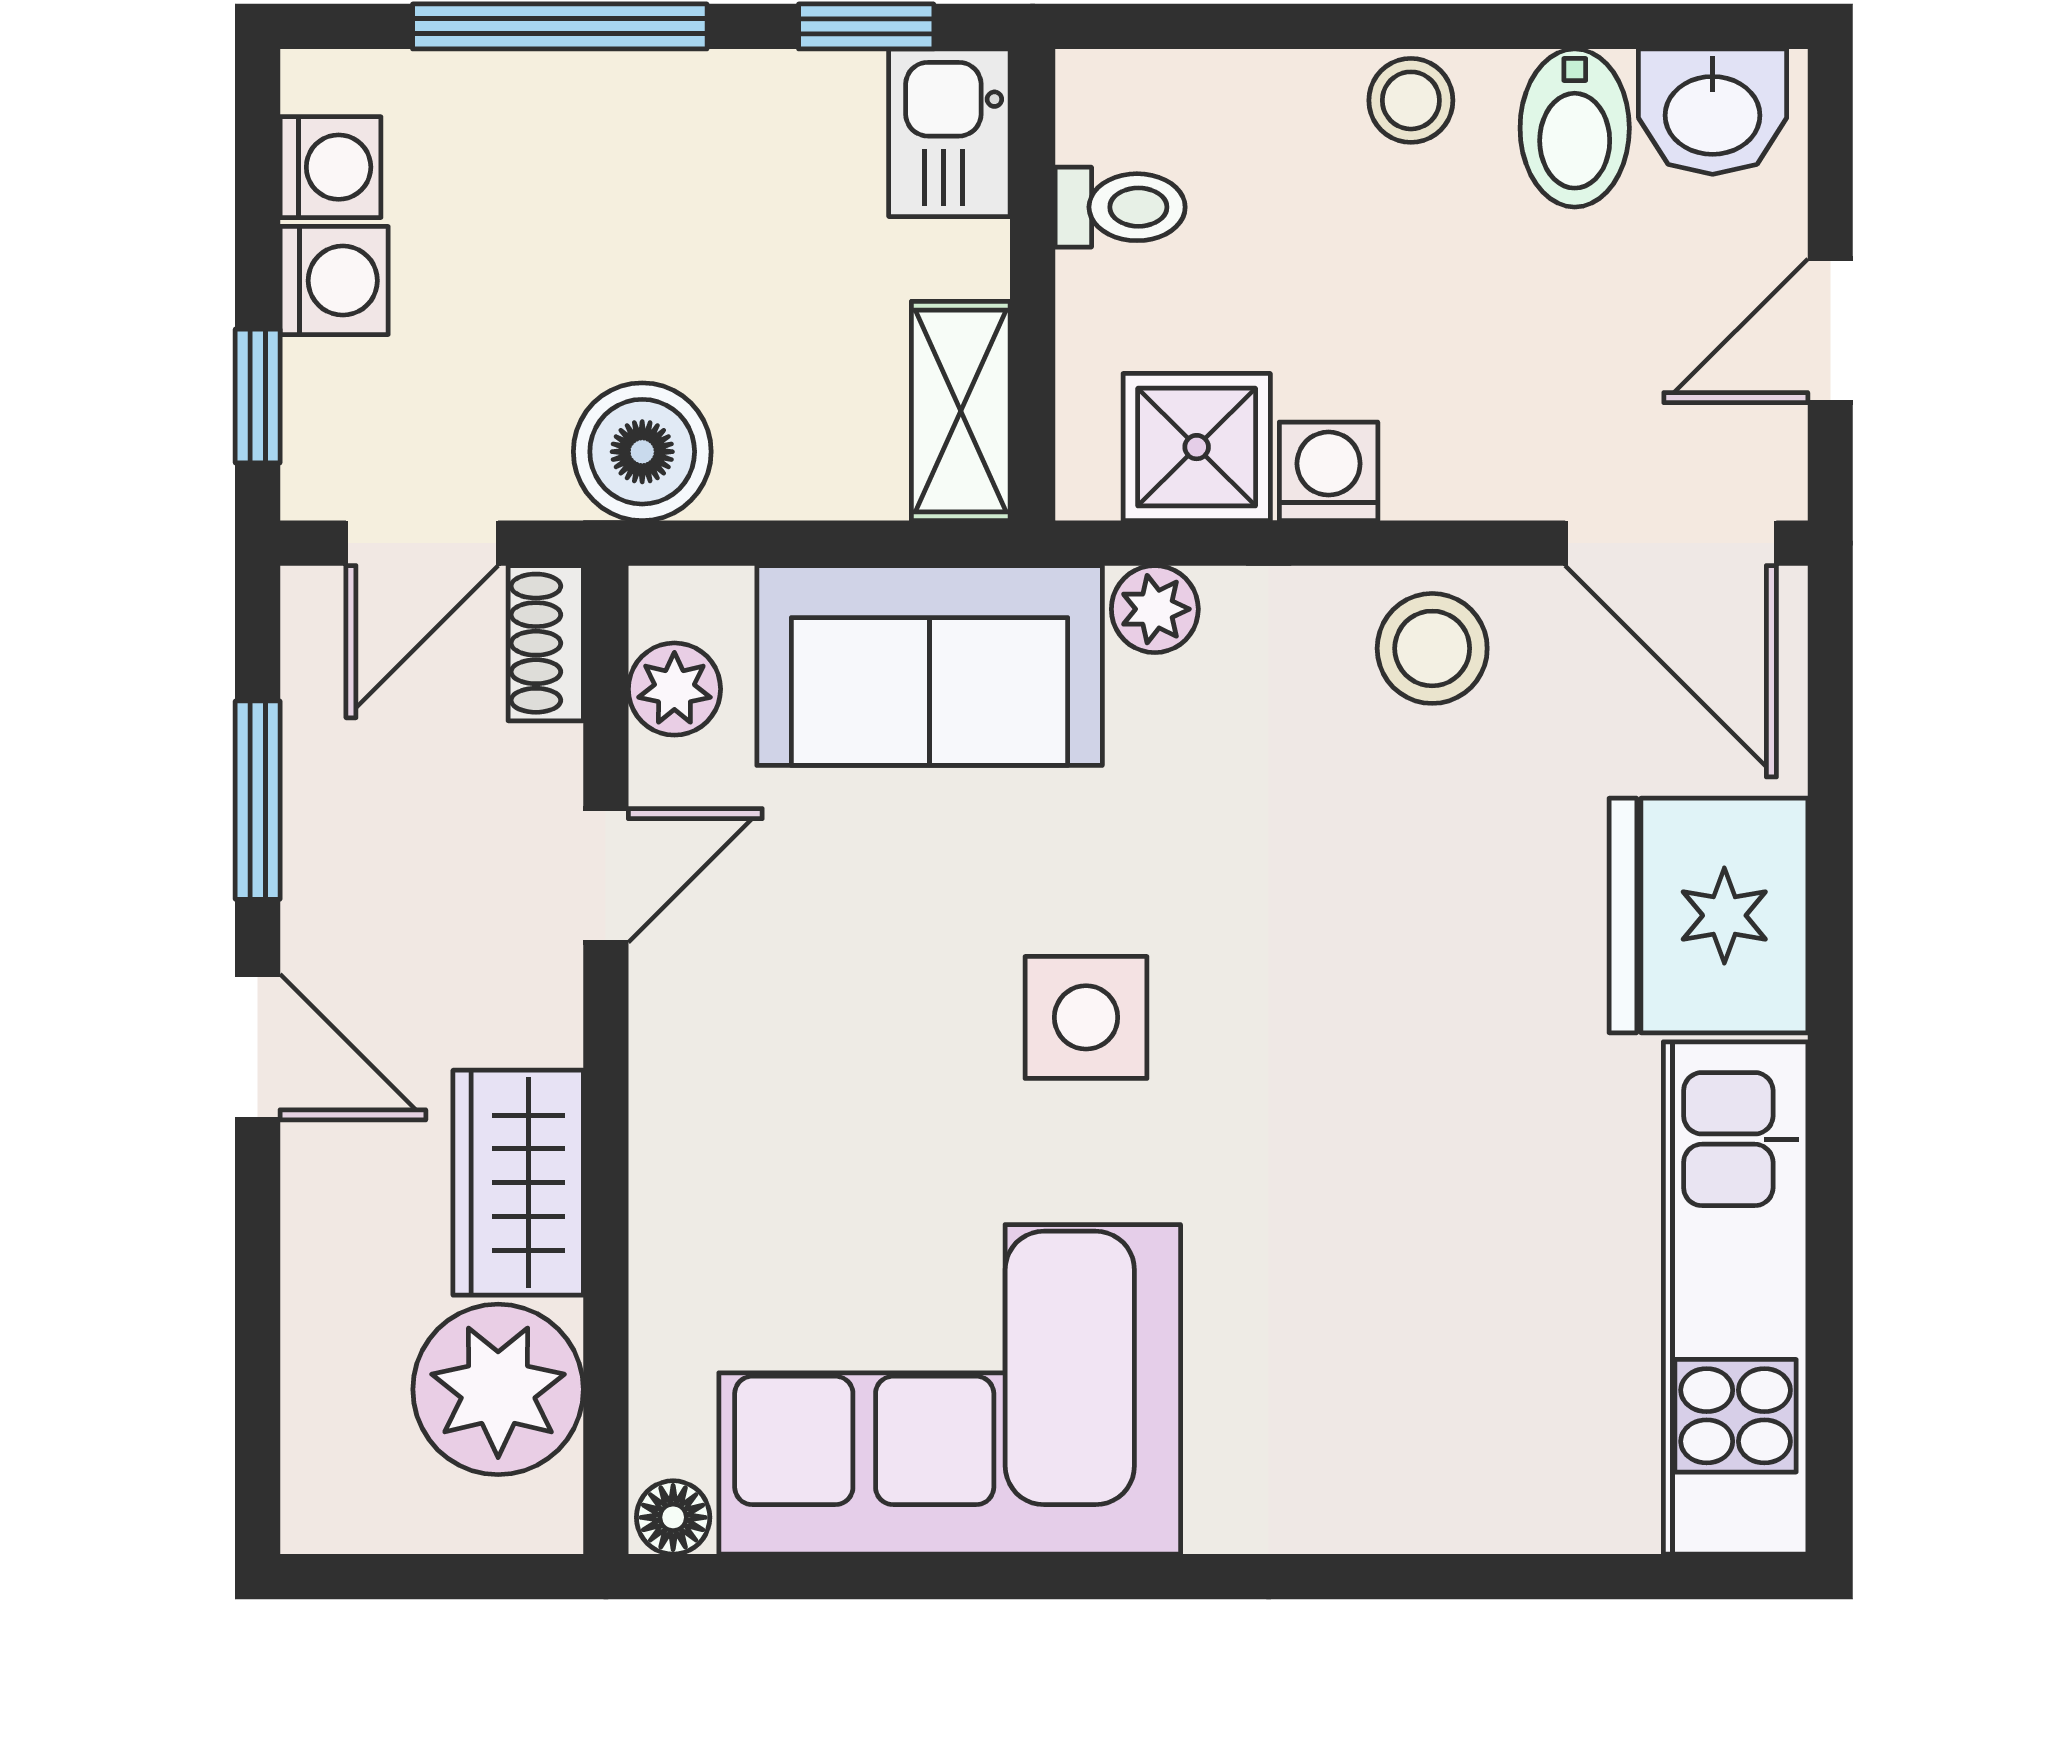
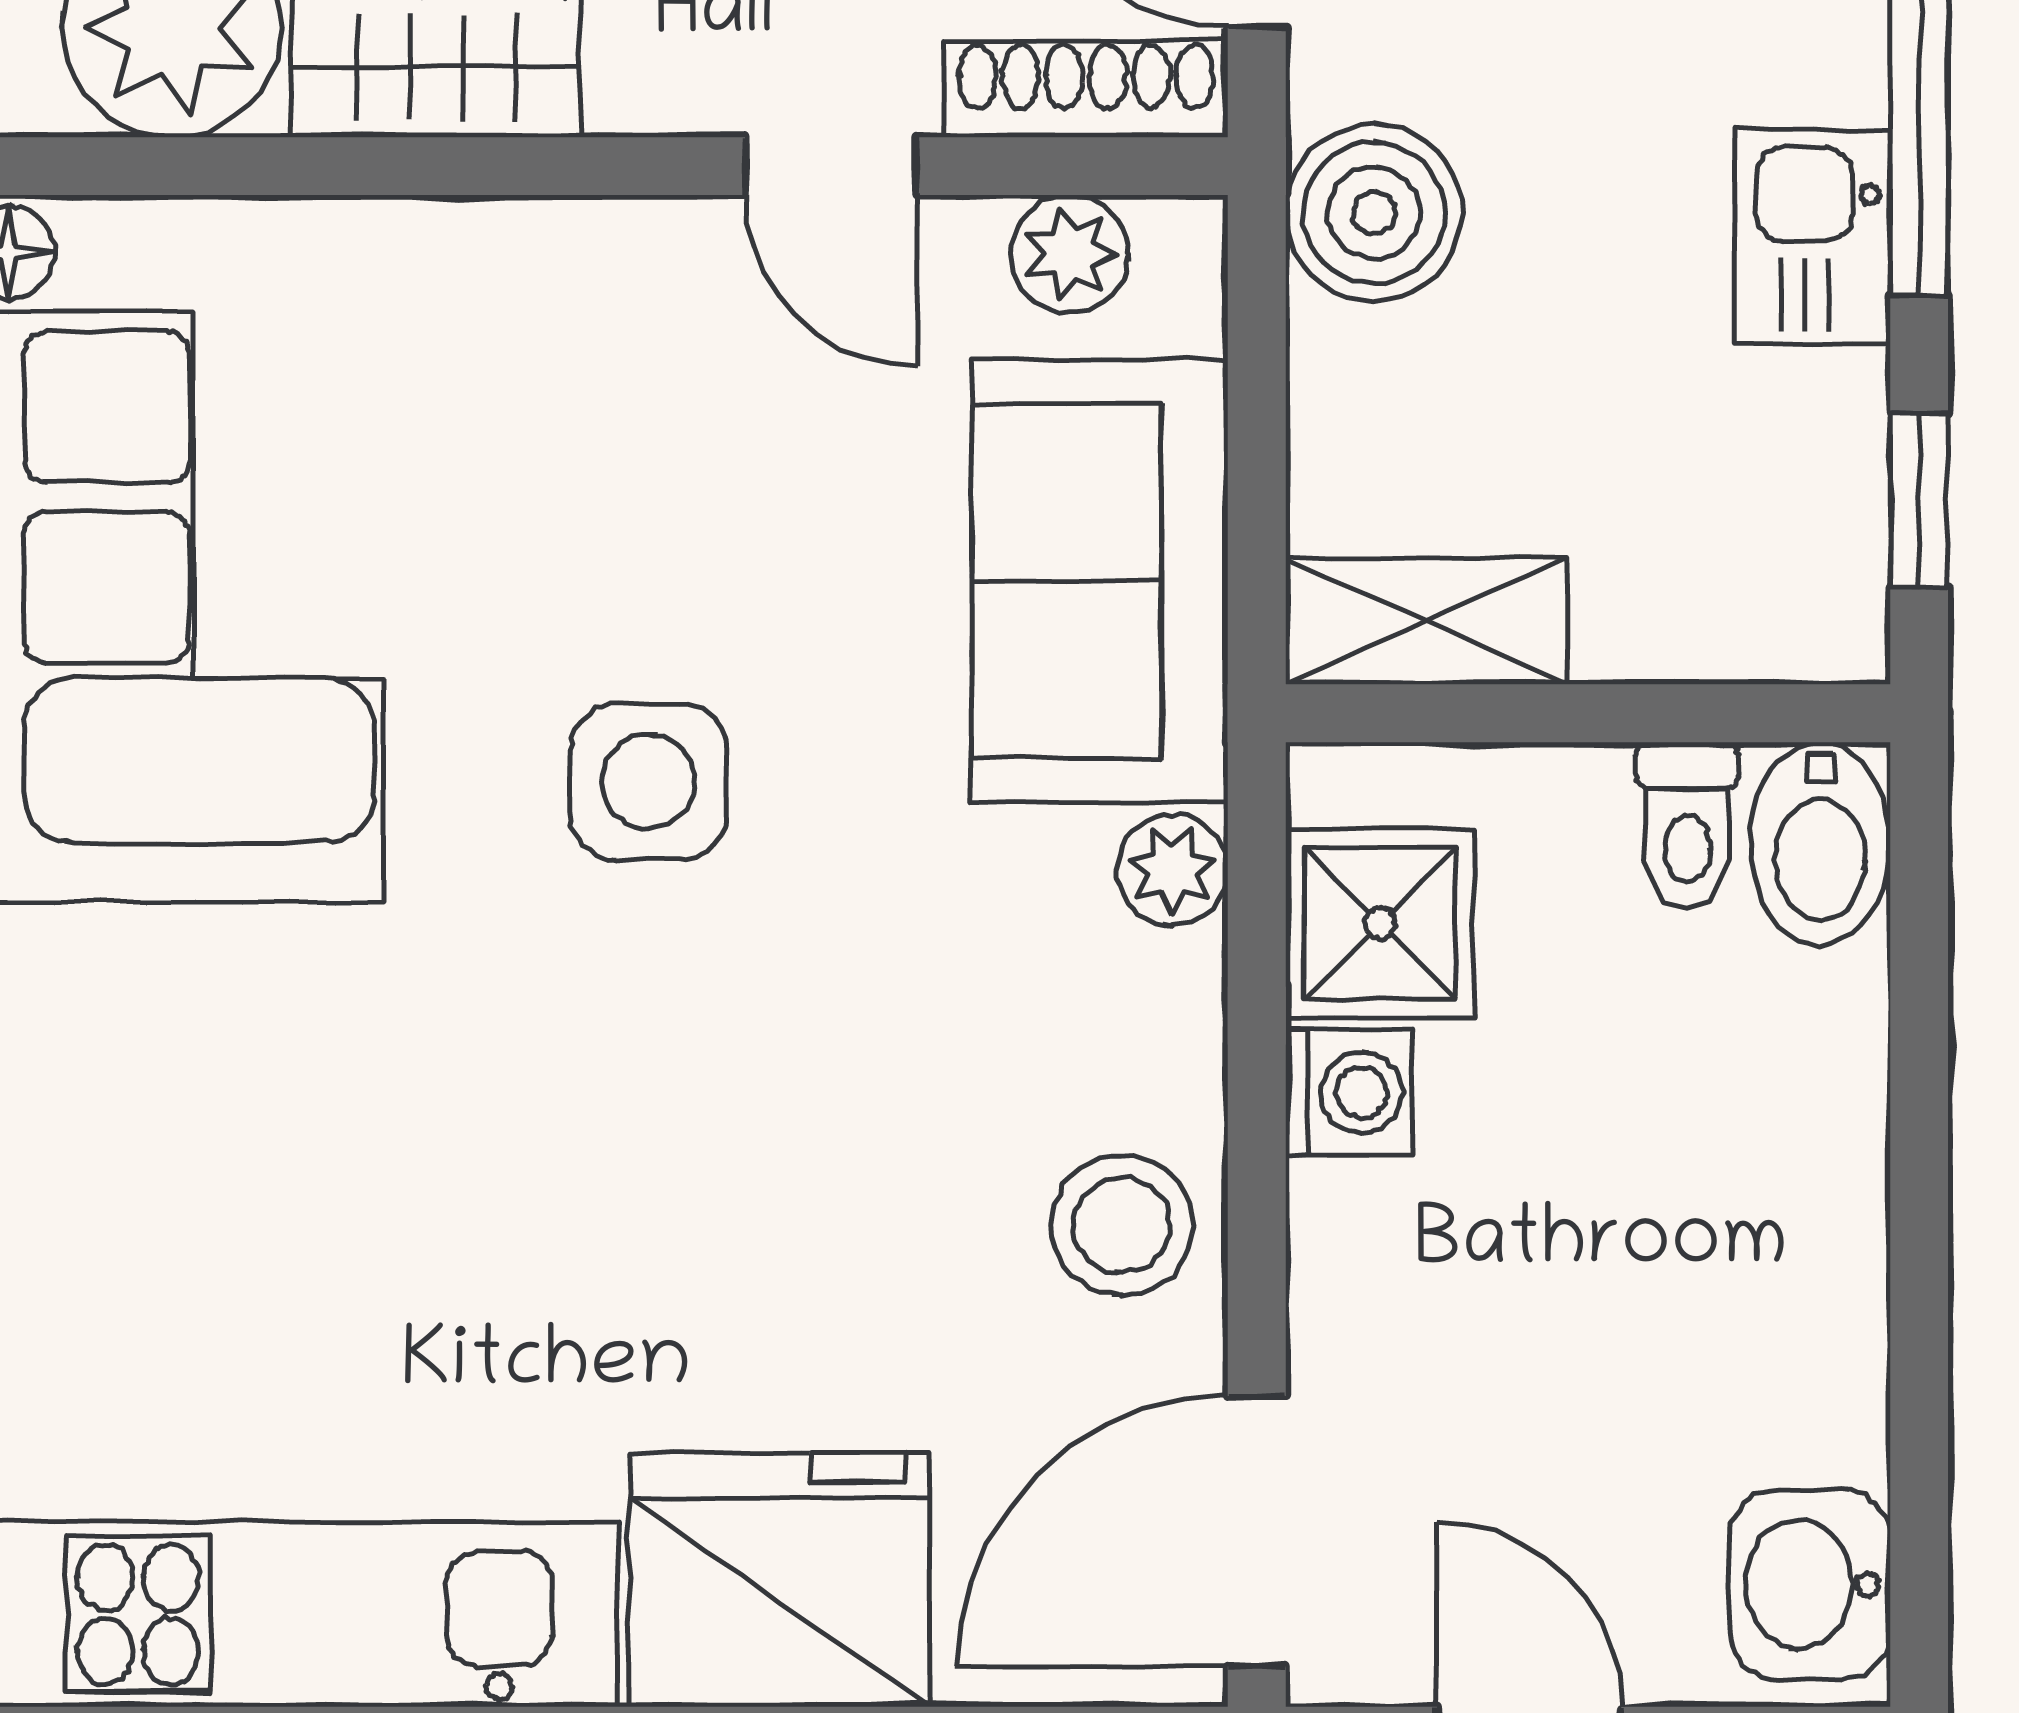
stool: (1411, 100) -> (1824, 1198), removed
bidet: (1575, 128) -> (1820, 843), moved, turned -90
kitchen sink: (949, 133) -> (1812, 237), moved, turned -90
shoe rack: (546, 643) -> (1086, 89), width x1.43

